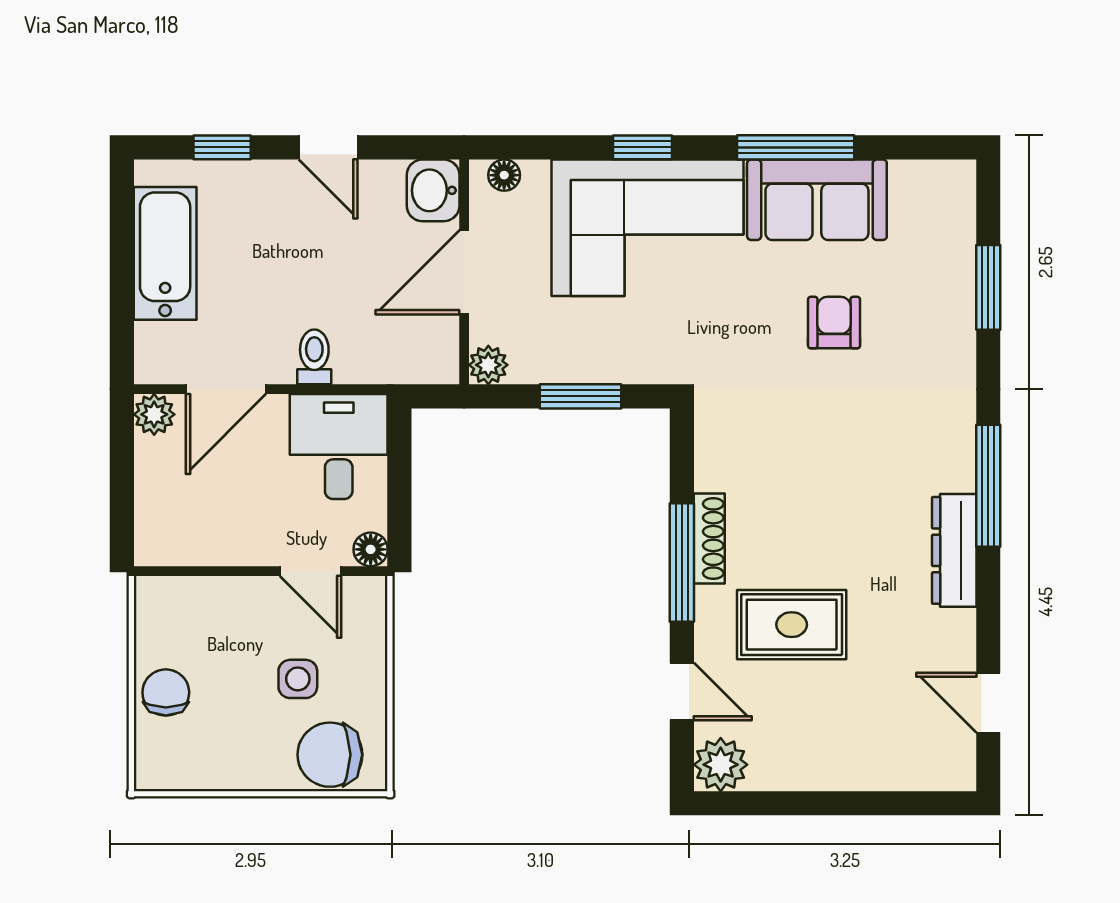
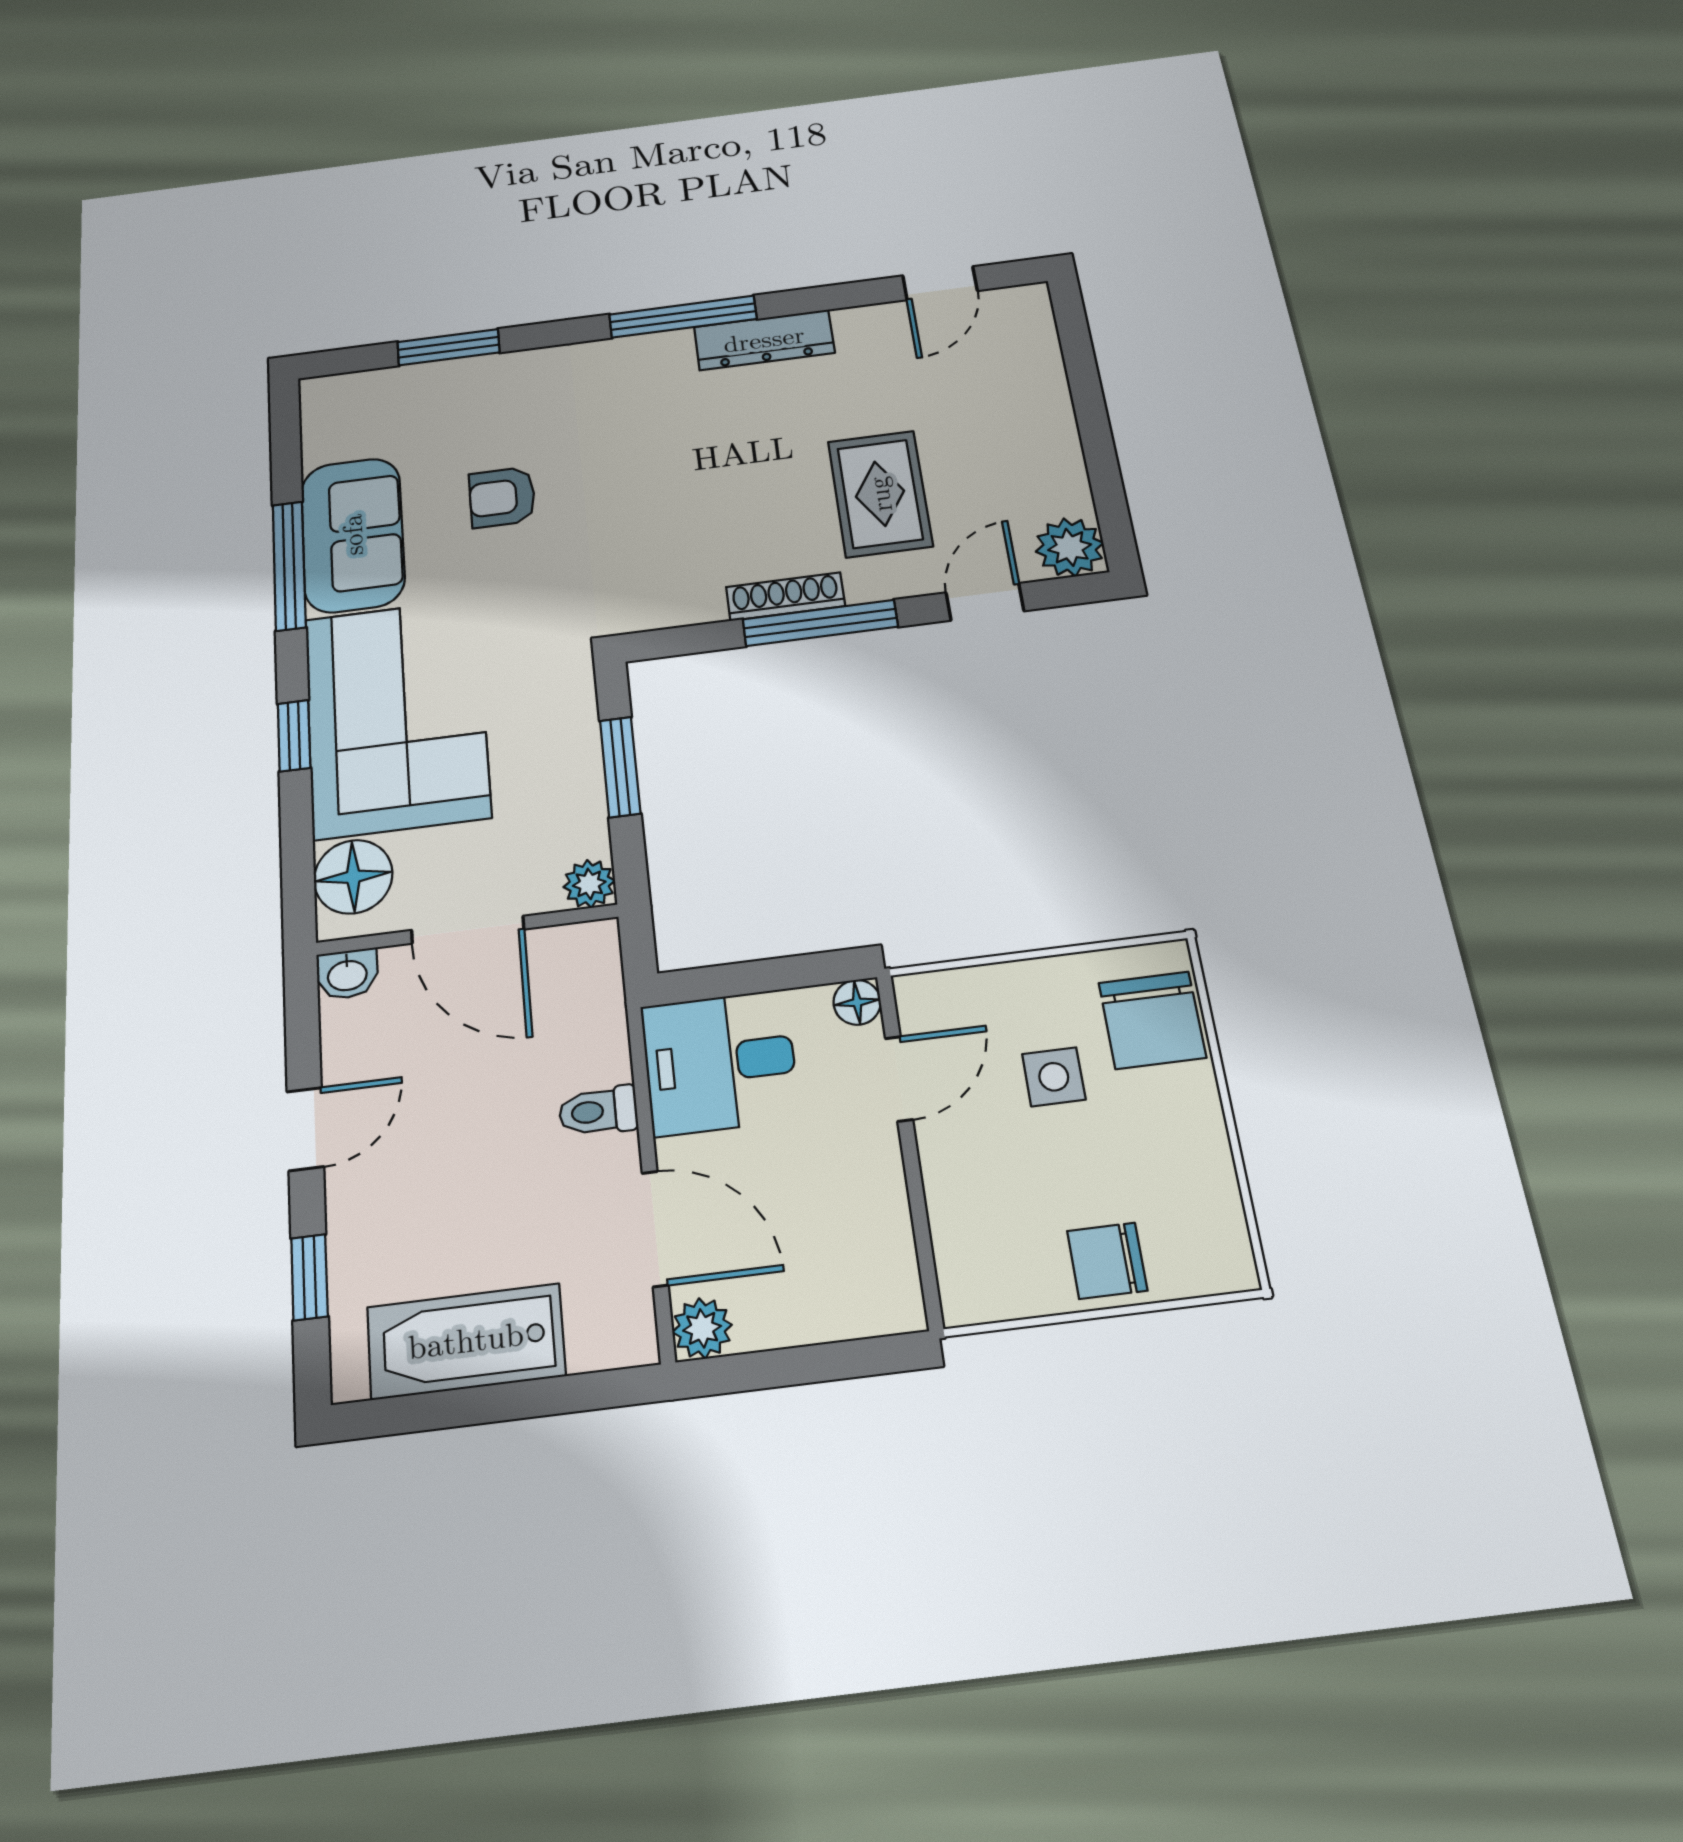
floor lamp: (504, 175) -> (353, 877), width x1.89, depth x1.89
washbasin: (433, 190) -> (347, 974), width x0.72, depth x0.69

